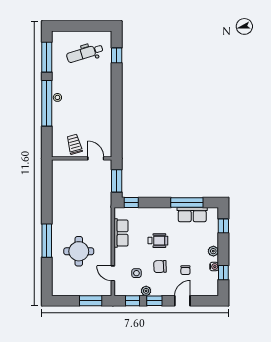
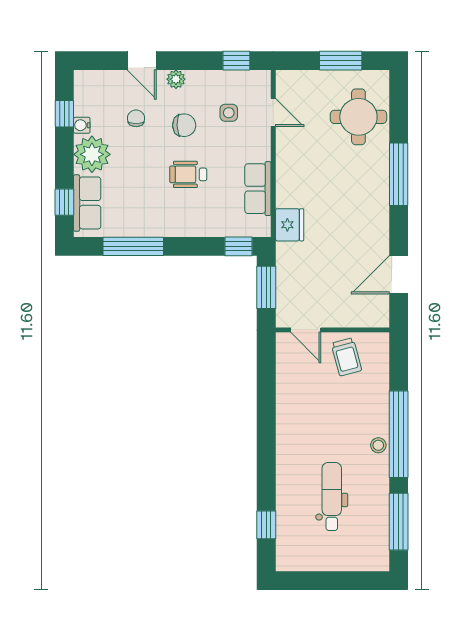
dental chair: (85, 53) -> (332, 497), moved, turned -73
door: (47, 187) -> (399, 275), added
fridge: (104, 214) -> (290, 225), added
row of seats: (192, 215) -> (87, 203), moved, turned 90
round table: (79, 251) -> (358, 117), moved
plant: (213, 251) -> (92, 154), width x1.87, depth x1.87
plant: (146, 291) -> (176, 79), moved
window: (91, 301) -> (341, 61), moved
window: (154, 301) -> (195, 61), removed
door: (182, 301) -> (142, 61), hinge flipped

